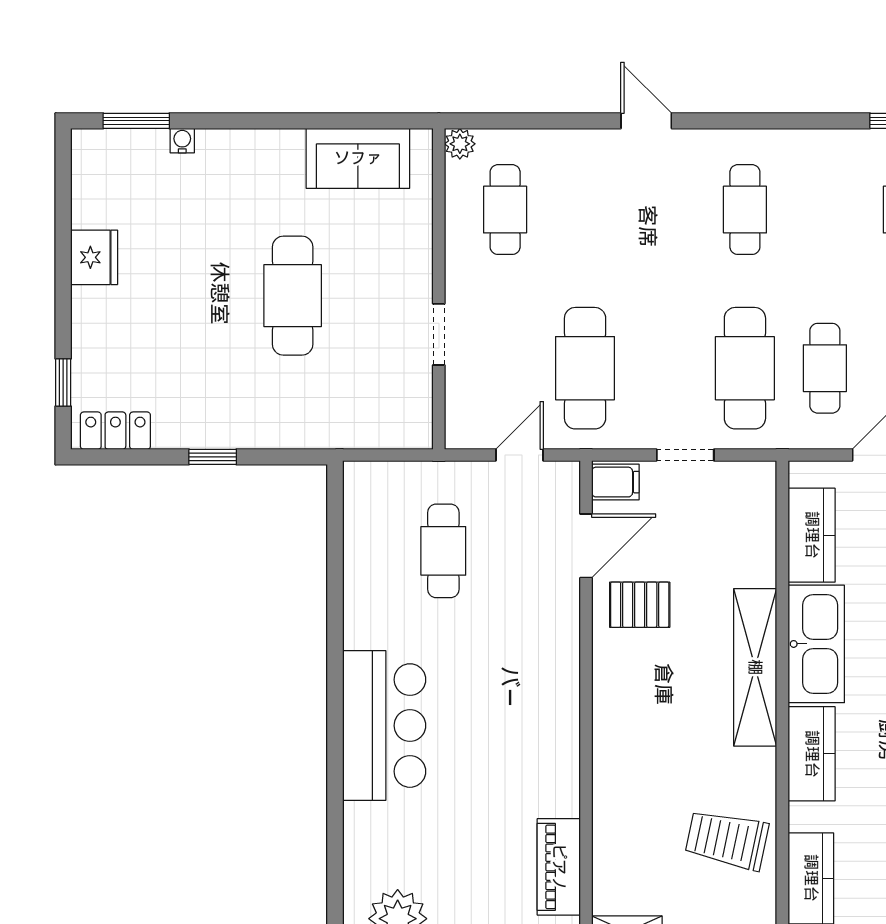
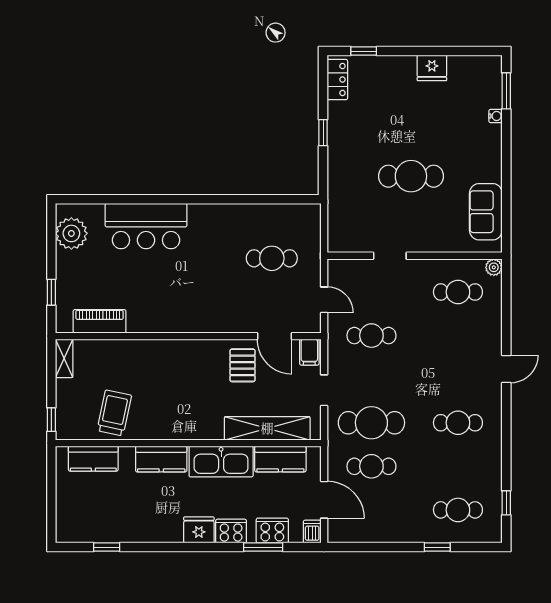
cafe table: (585, 368) -> (371, 336), width x0.73, depth x0.74
shelving: (755, 667) -> (267, 428), moved
bar counter: (384, 726) -> (146, 226), moved

